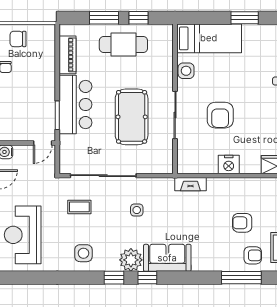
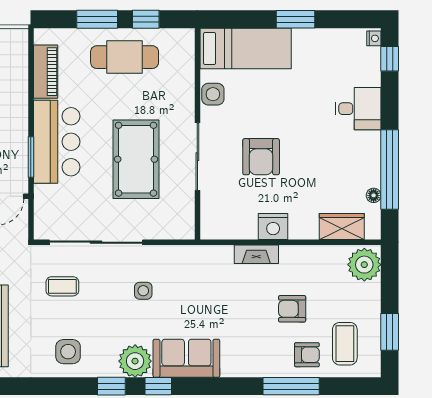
fireplace: (190, 184) -> (256, 254), moved

